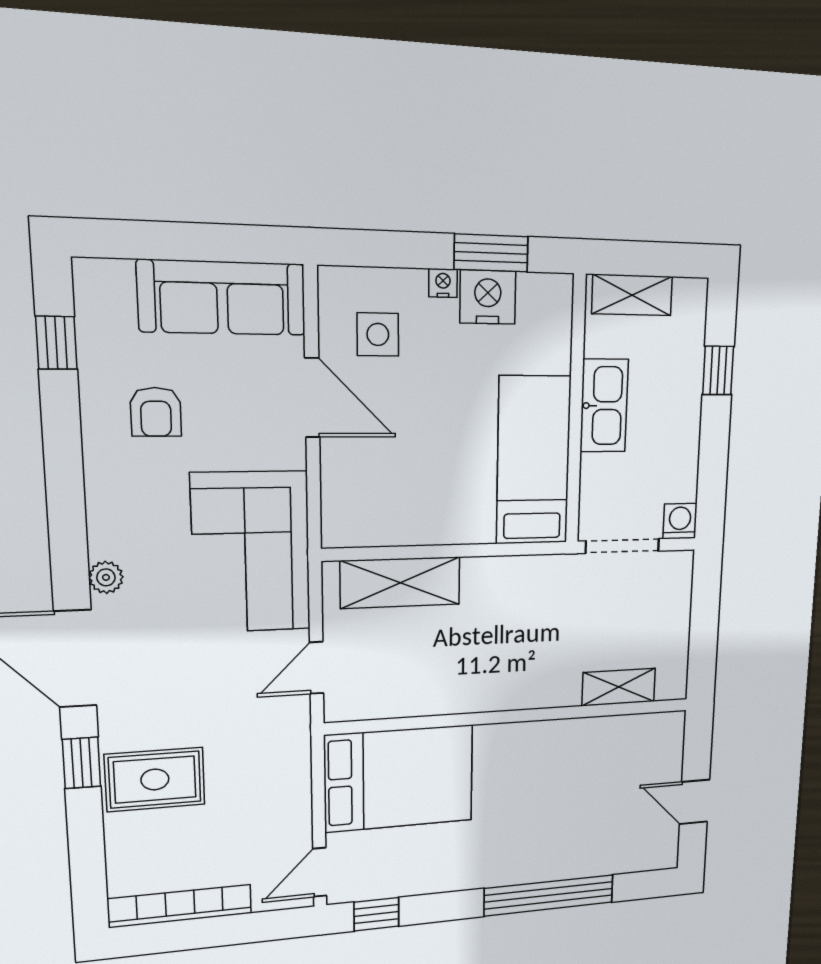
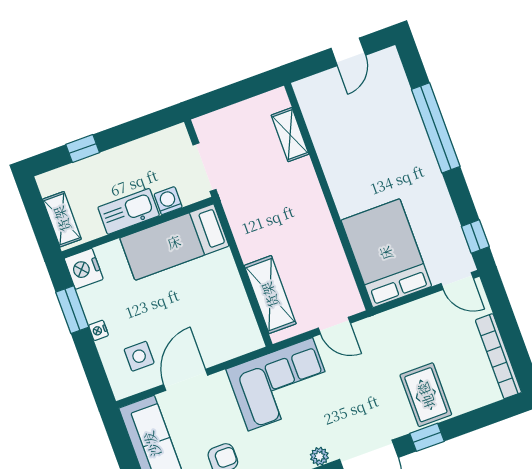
nightstand: (488, 297) -> (84, 269), moved
washing machine: (680, 521) -> (168, 201), moved, turned 90

